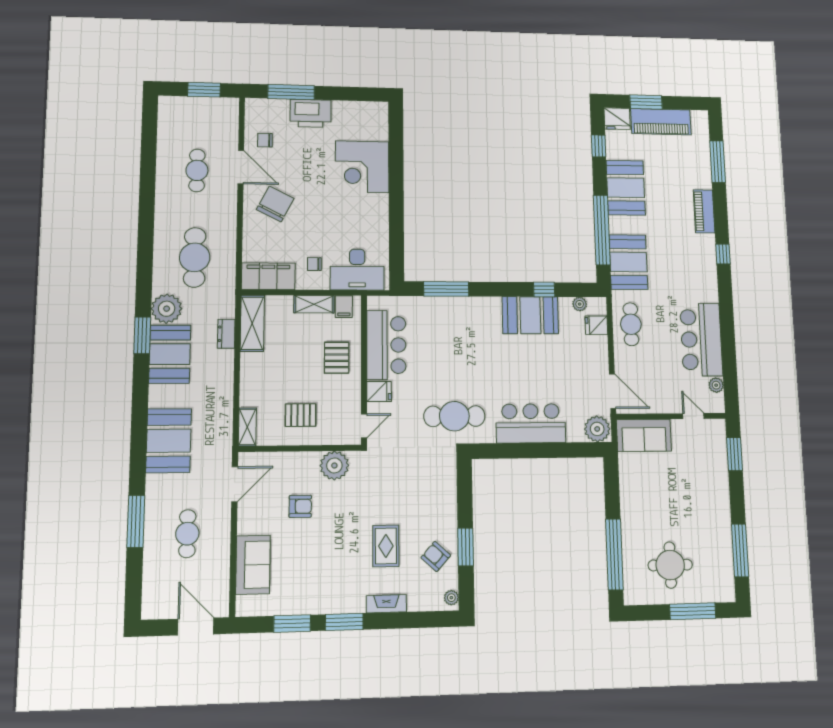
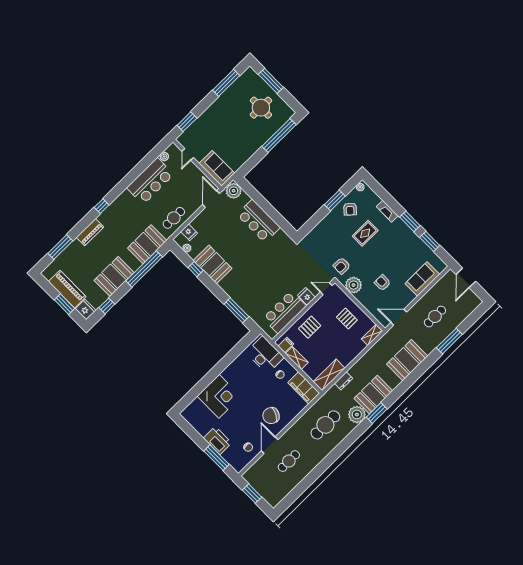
cafe table: (454, 416) -> (286, 256), removed
armchair: (374, 474) -> (342, 266), added

